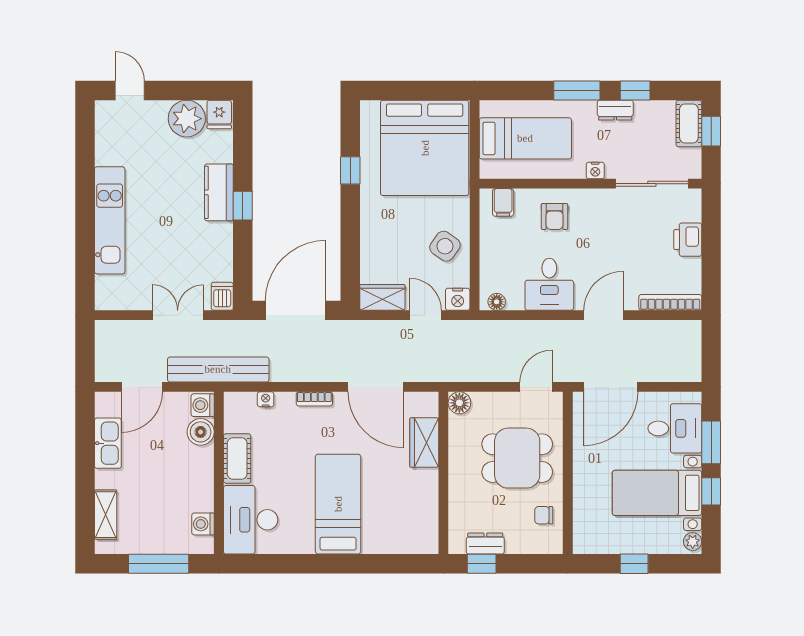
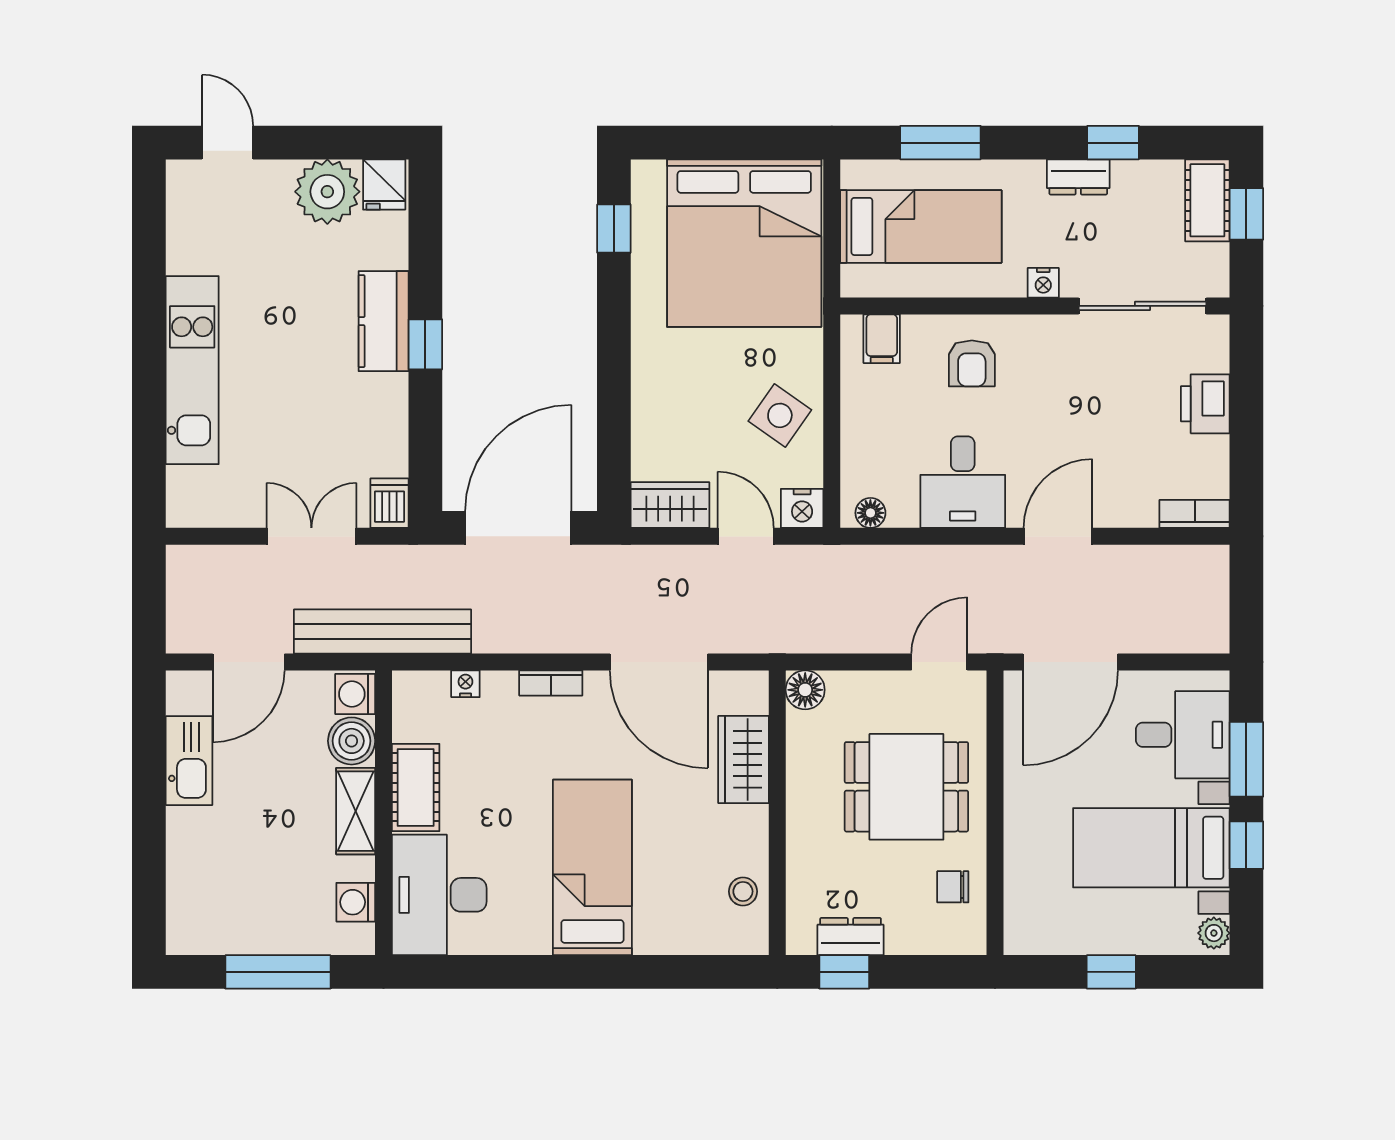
window: (577, 90) -> (940, 143), moved
window: (350, 170) -> (614, 229), moved
bookcase: (670, 302) -> (1195, 514), width x0.64
shelving: (106, 515) -> (356, 811), moved
stool: (424, 518) -> (743, 891), added

